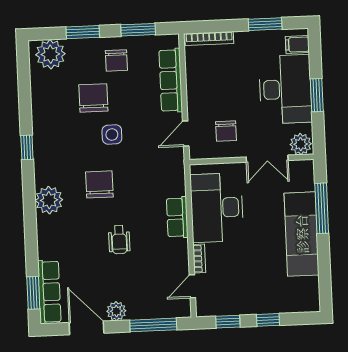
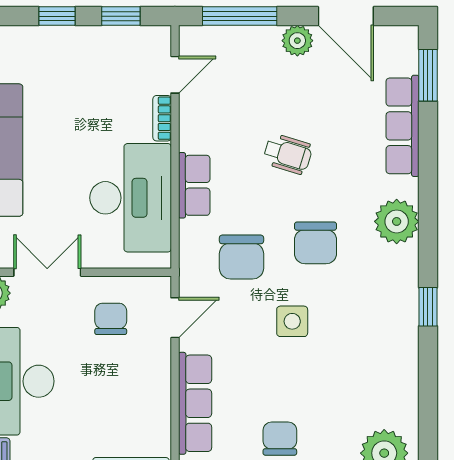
chair: (93, 98) -> (241, 257), moved
wheelchair: (119, 240) -> (288, 154), turned 107
row of seats: (49, 292) -> (402, 126), moved

